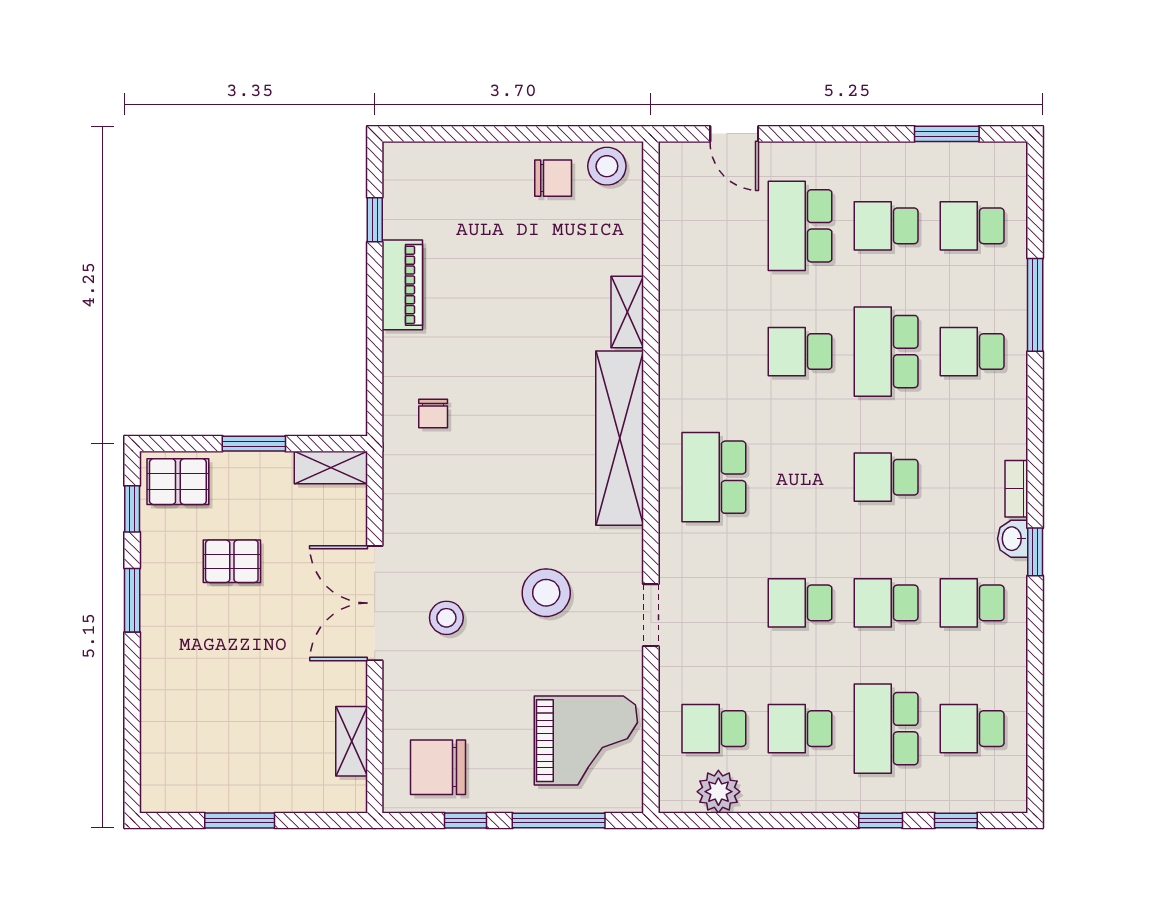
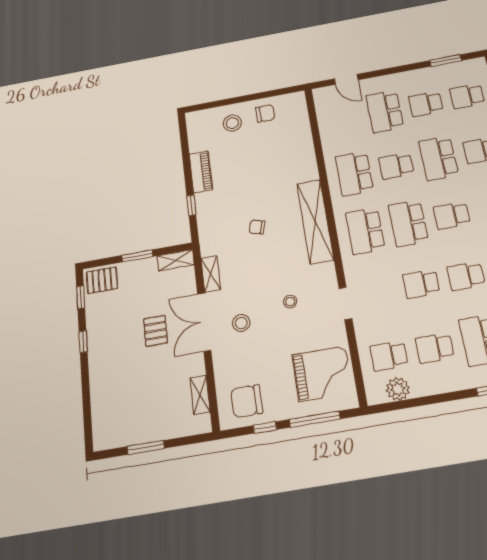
stool: (607, 166) -> (232, 123), moved
window: (375, 220) -> (191, 205), moved
shelving: (627, 312) -> (211, 274), moved
school desk: (714, 352) -> (354, 174), added
chair: (433, 413) -> (257, 227), moved, turned 106
school desk: (800, 477) -> (408, 223), added
pallet: (232, 561) -> (156, 331), moved, turned 90
stool: (546, 593) -> (290, 302), width x0.53, depth x0.53
window: (132, 600) -> (83, 342), width x0.67

